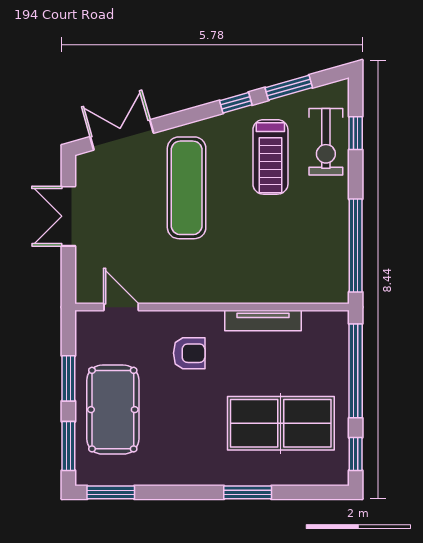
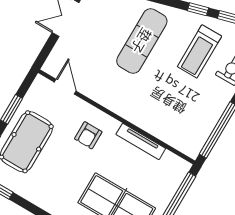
armchair: (189, 353) -> (88, 135), turned 90

